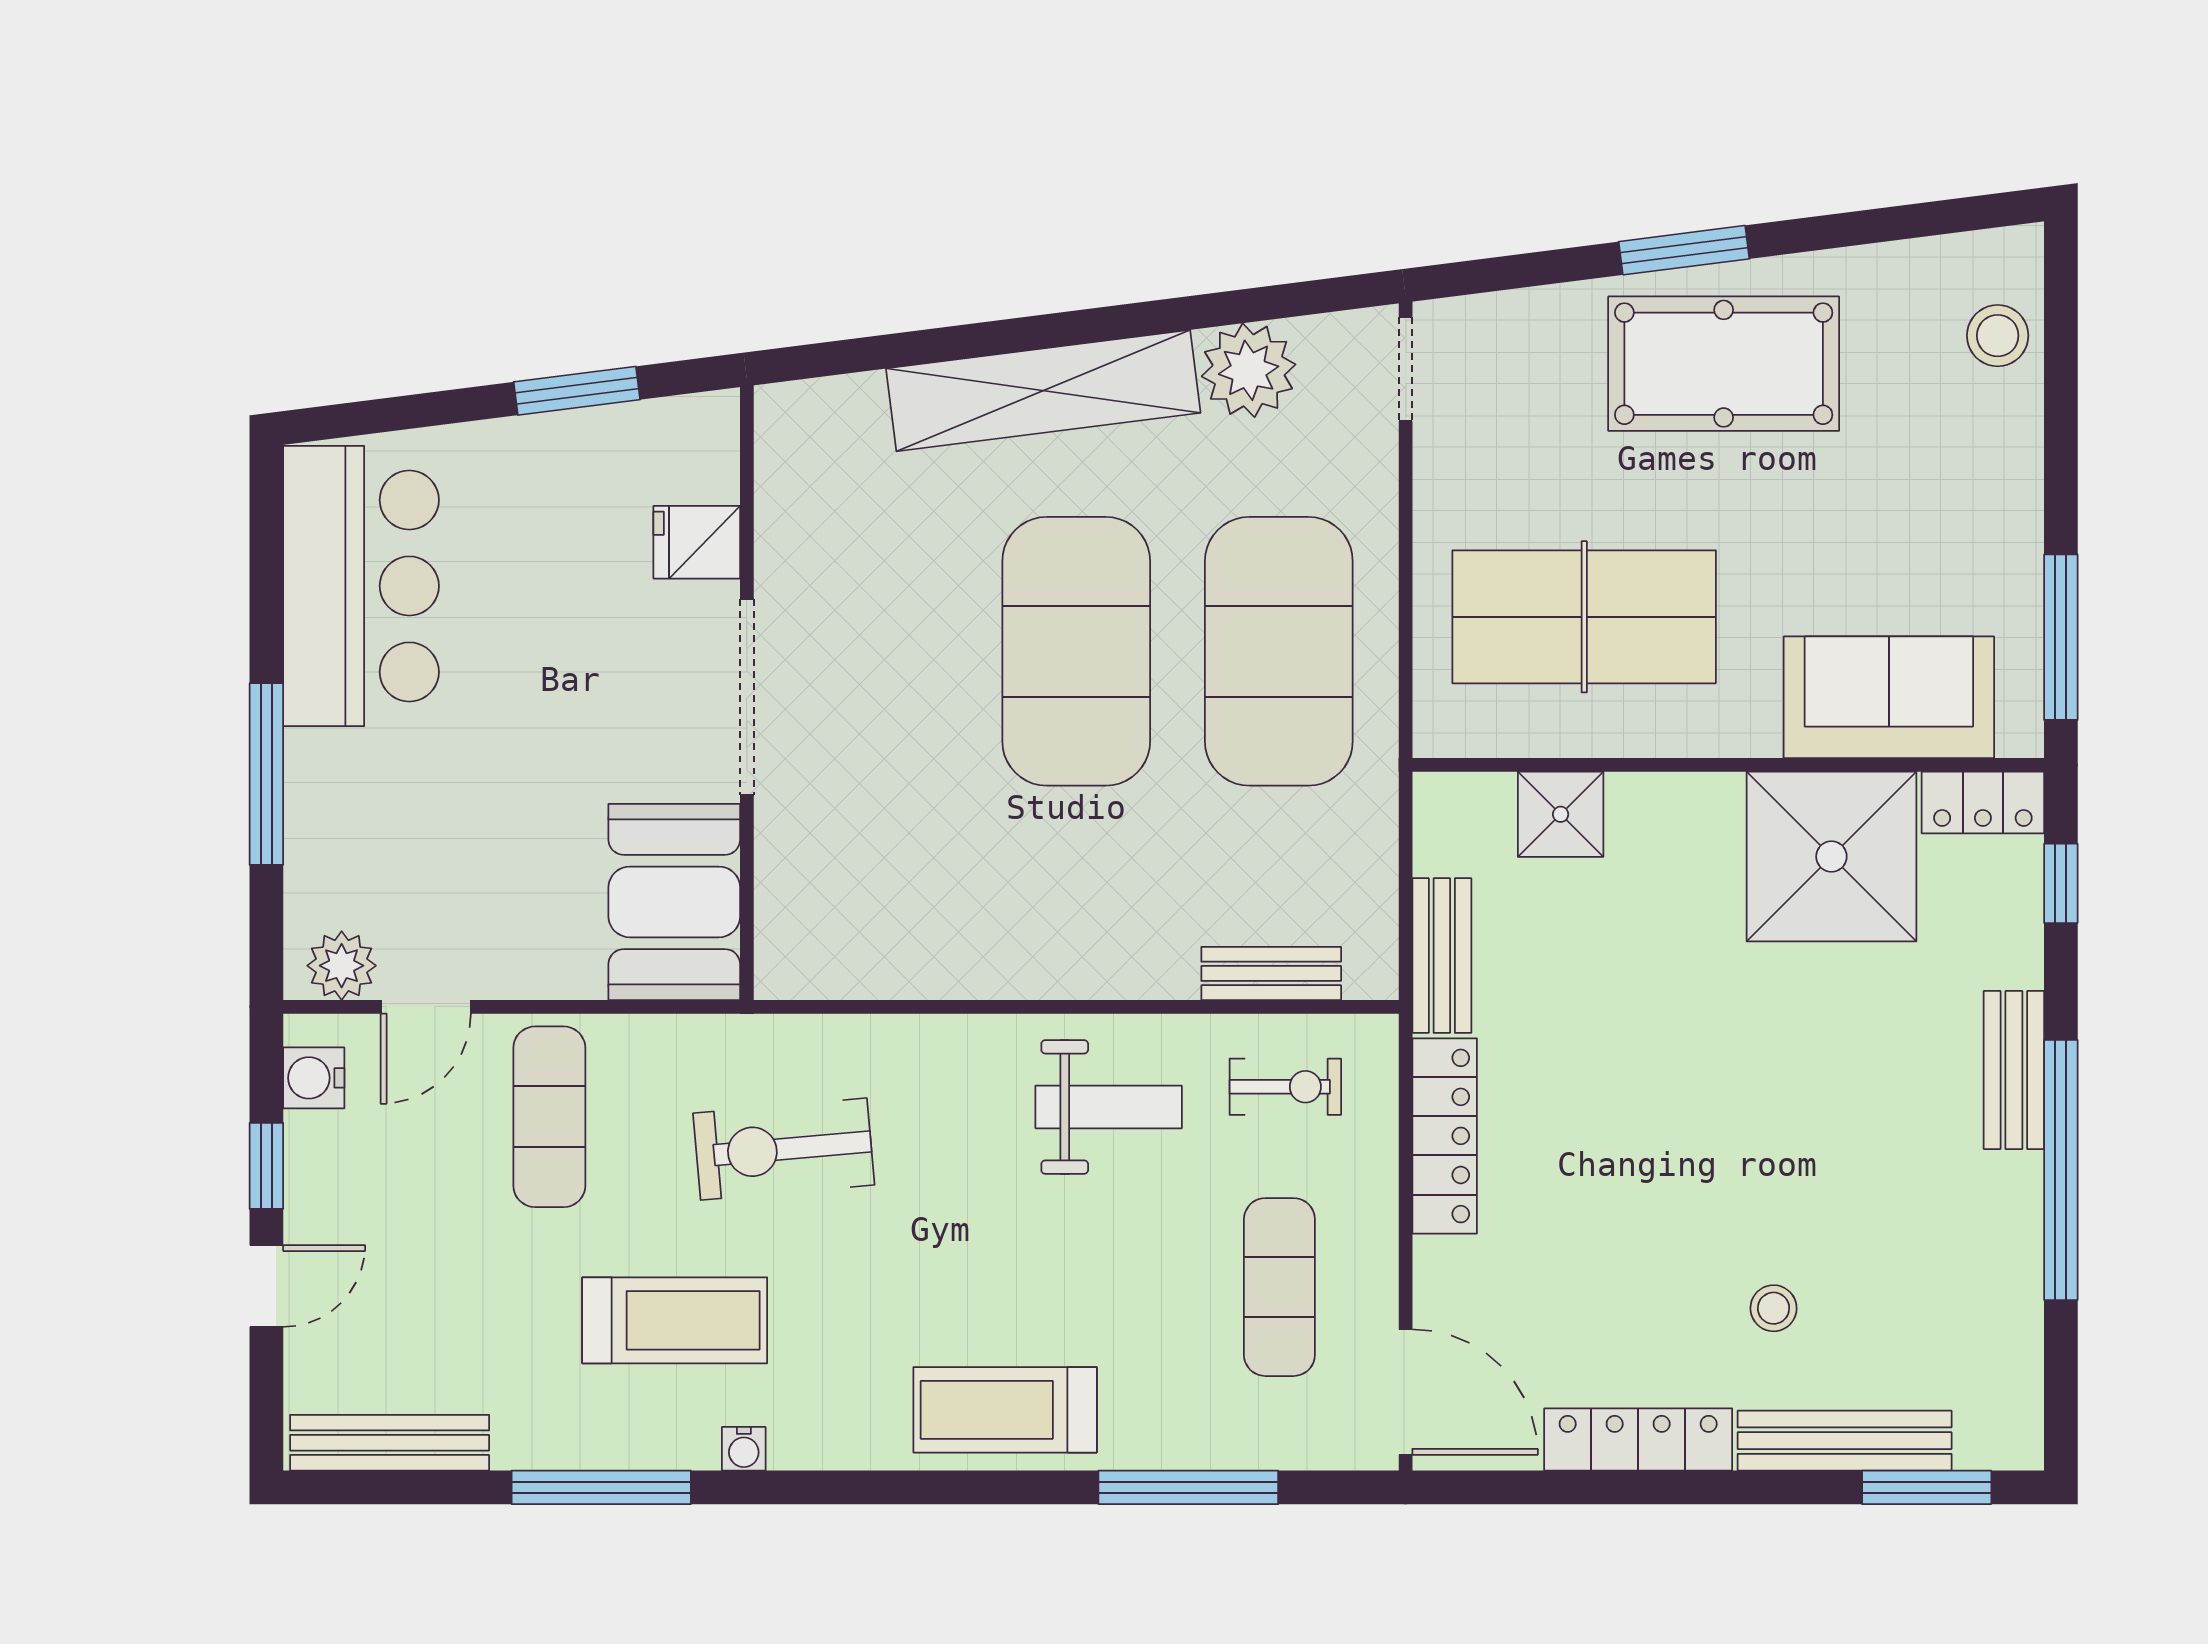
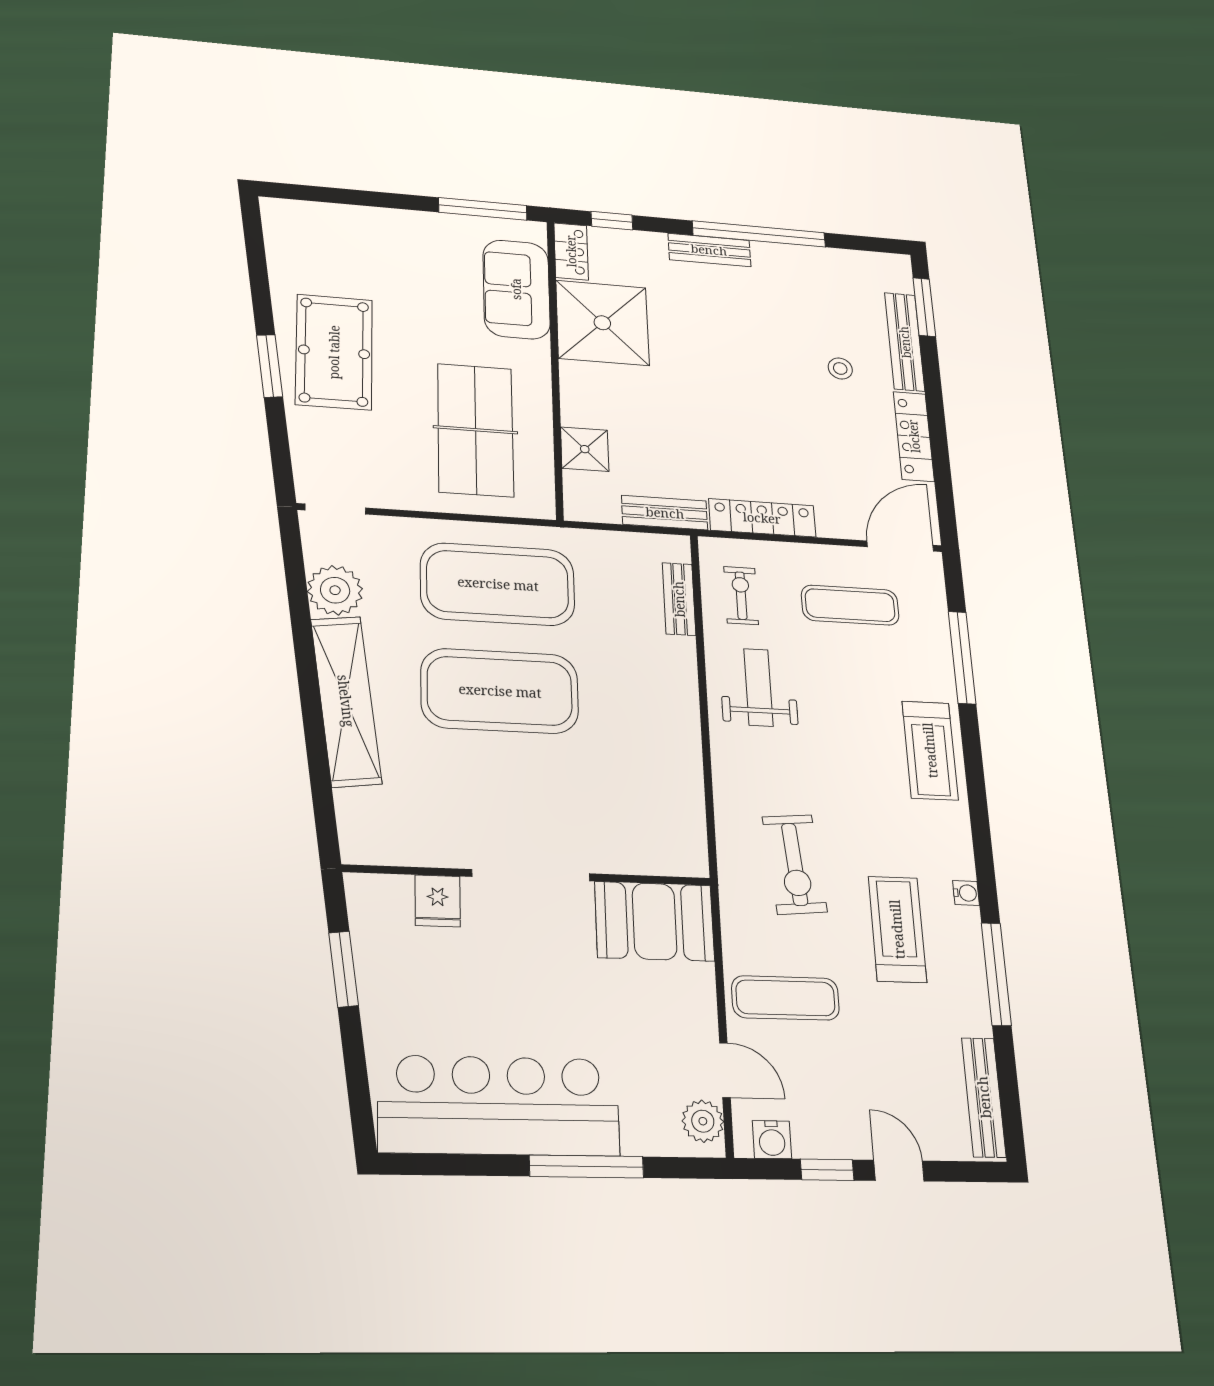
stool: (1998, 336) -> (320, 223), removed
bar counter: (361, 586) -> (499, 1105), width x1.36

